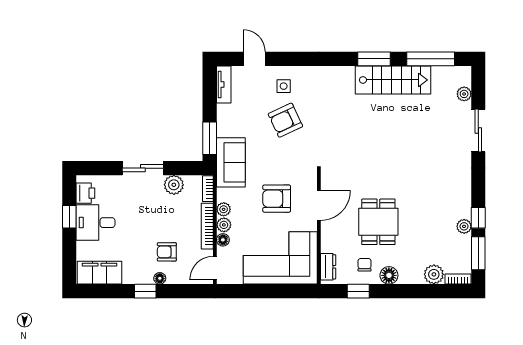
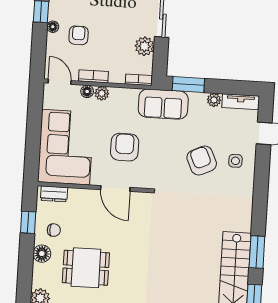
plant: (224, 209) -> (214, 100), moved
dining table: (378, 222) -> (86, 268), moved
bookcase: (207, 226) -> (93, 76), width x0.64

